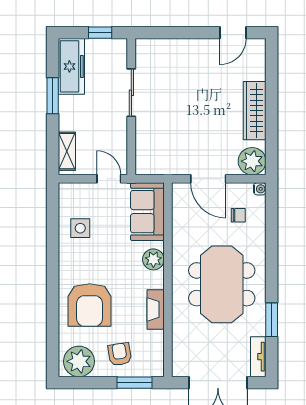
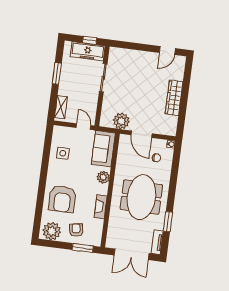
freezer: (71, 66) -> (88, 51), moved, turned 90
plant: (252, 161) -> (121, 121), moved

